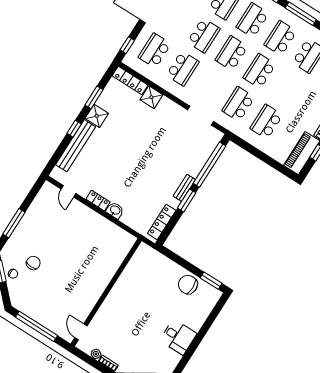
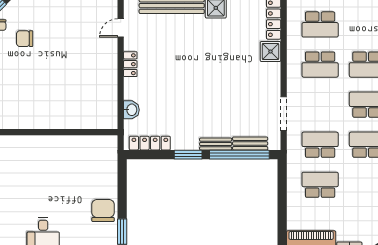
school desk: (155, 51) -> (320, 24), turned 180
bench: (207, 152) -> (250, 143), added
bench: (184, 188) -> (216, 144), moved
washbasin: (115, 210) -> (131, 110), moved
chair: (33, 263) -> (25, 39), turned 180

